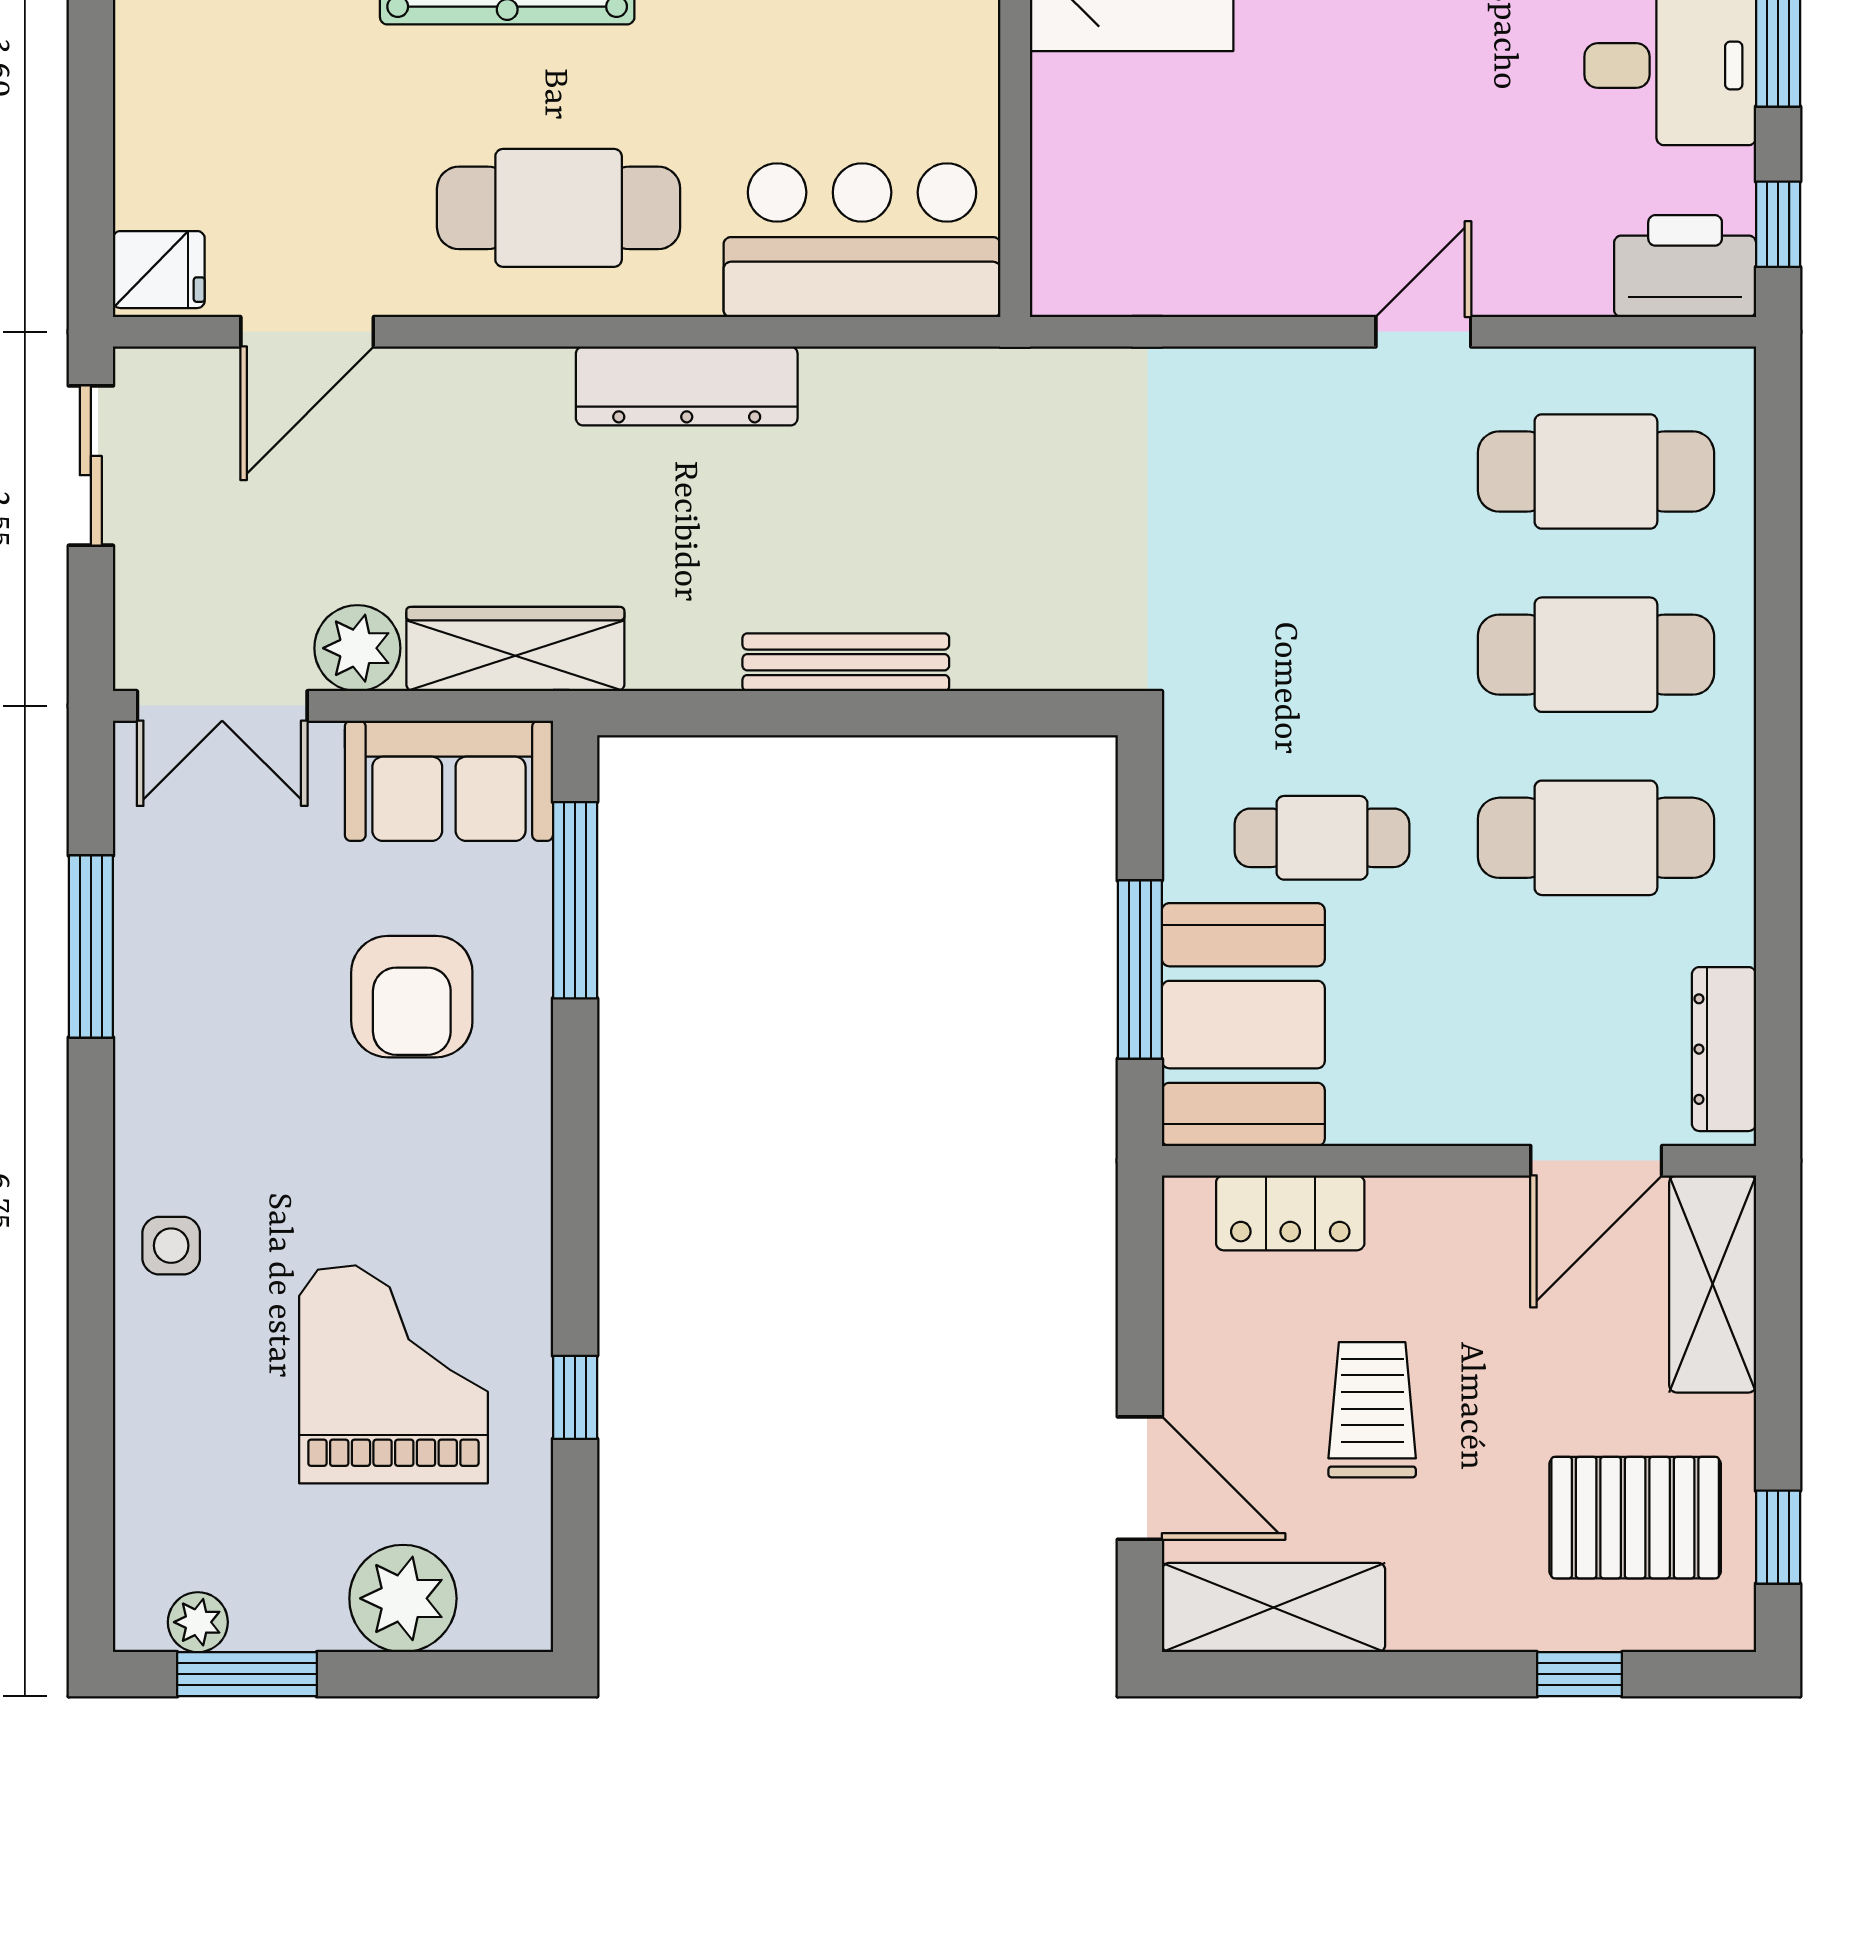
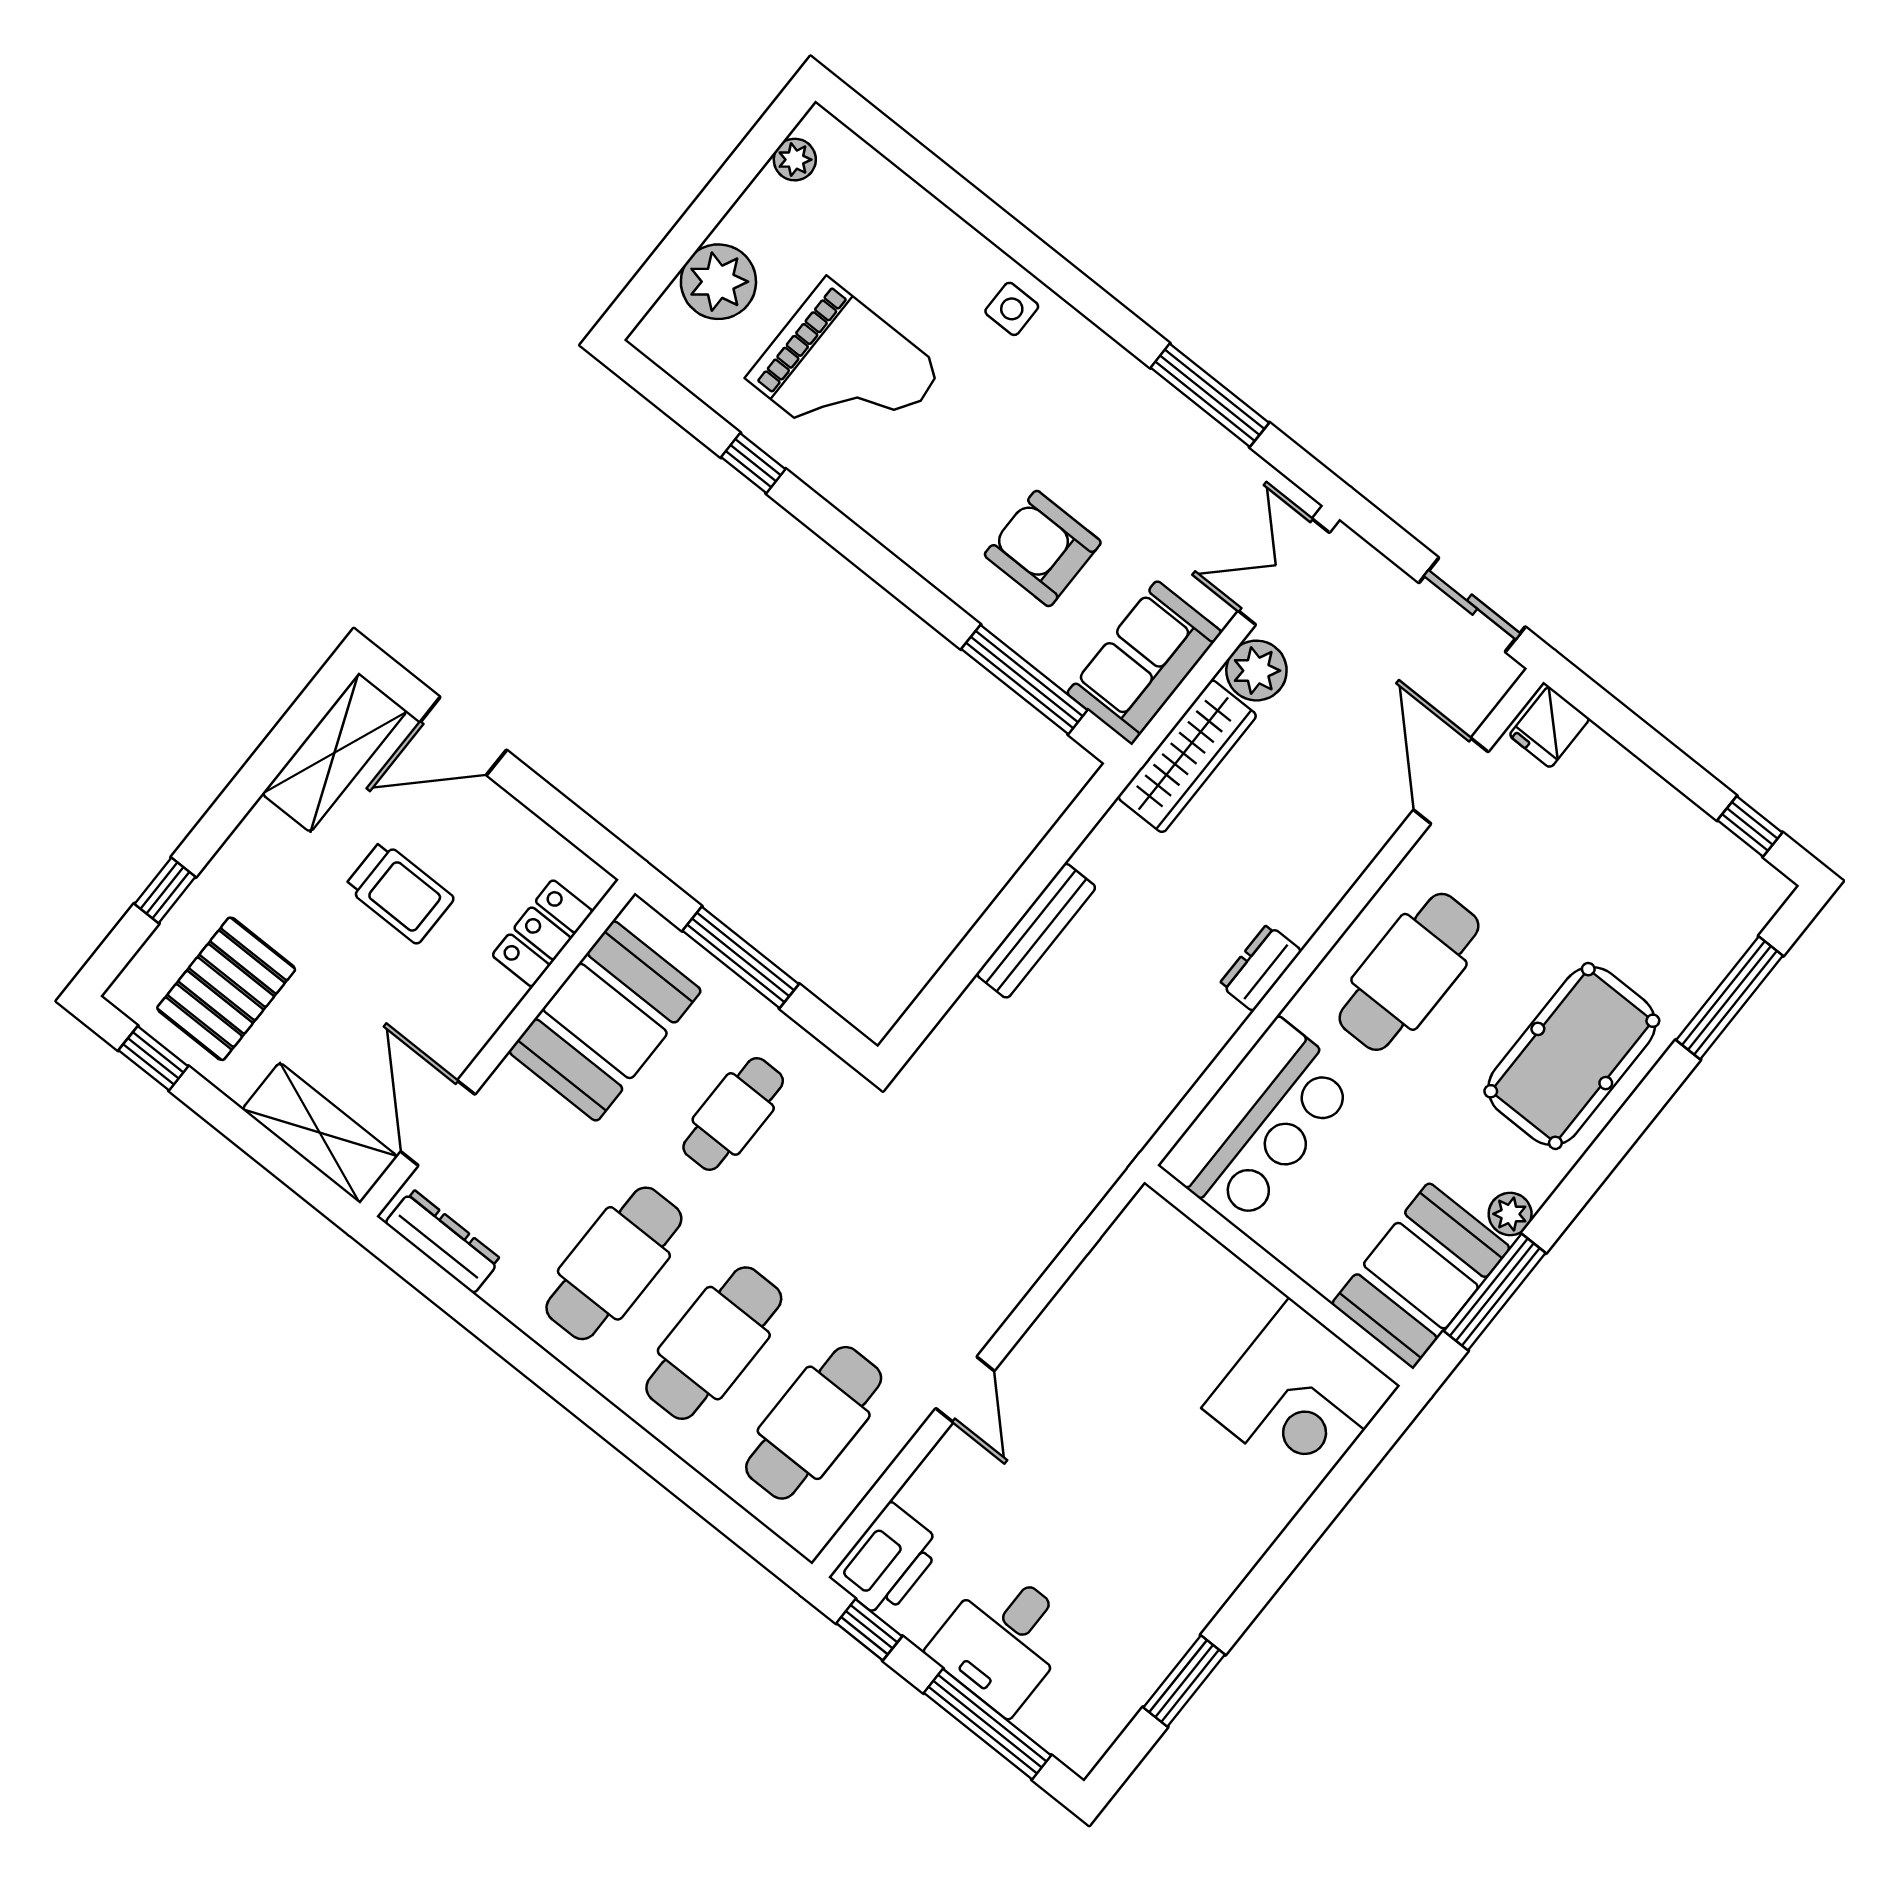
dresser: (687, 386) -> (1260, 968), width x0.51, depth x0.80
booth: (1243, 1025) -> (605, 1021), moved, turned 90
window: (247, 1674) -> (745, 164), removed

